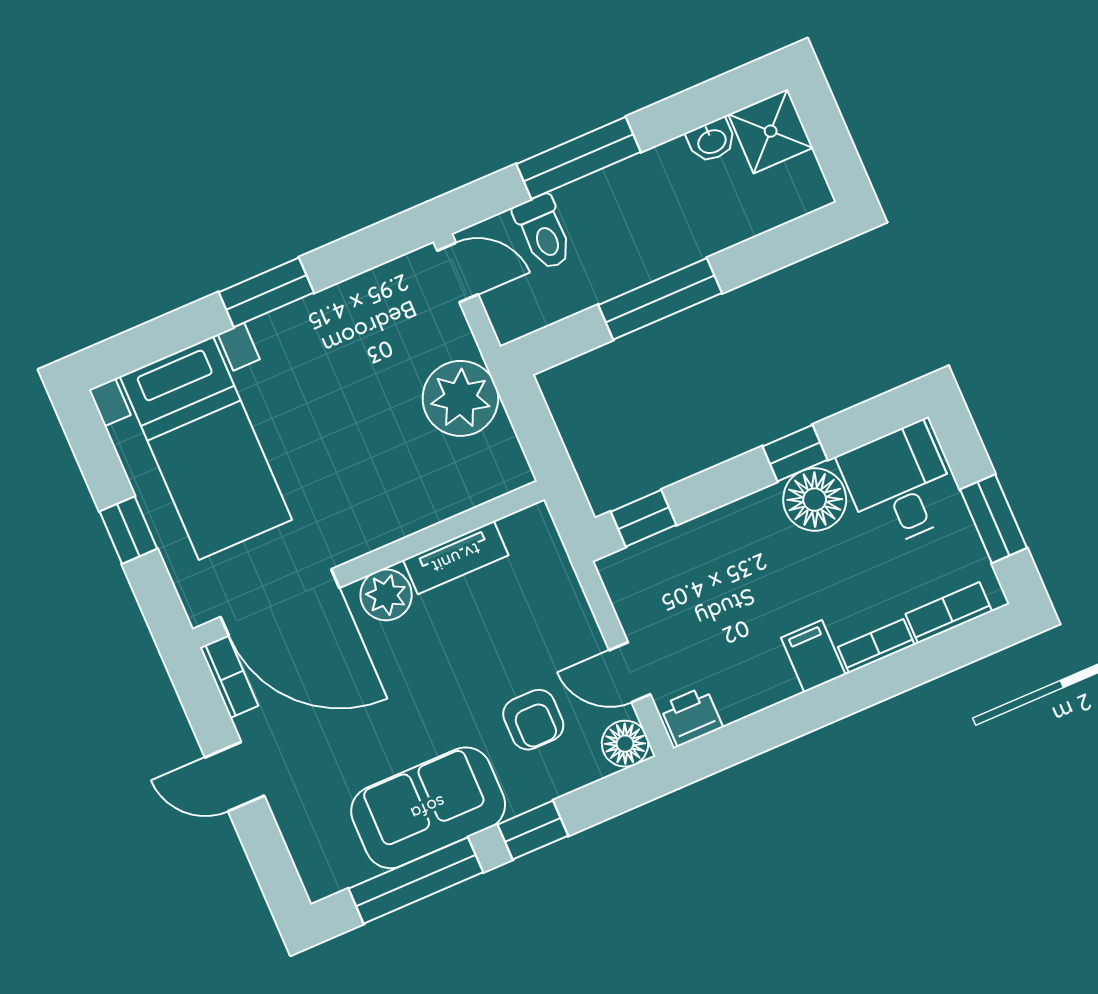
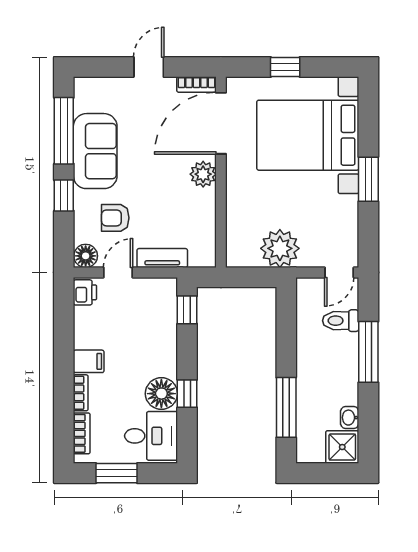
window: (660, 299) -> (286, 407), moved
bed with nightstands: (206, 448) -> (308, 135), width x1.36
tv unit: (456, 558) -> (162, 258), moved, turned 90

